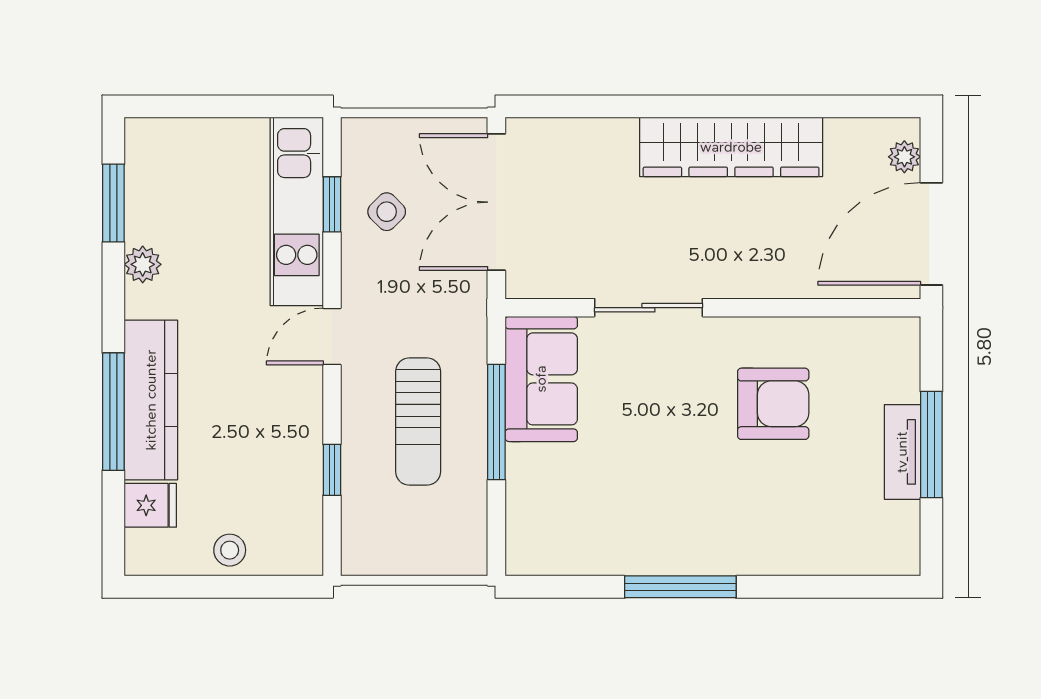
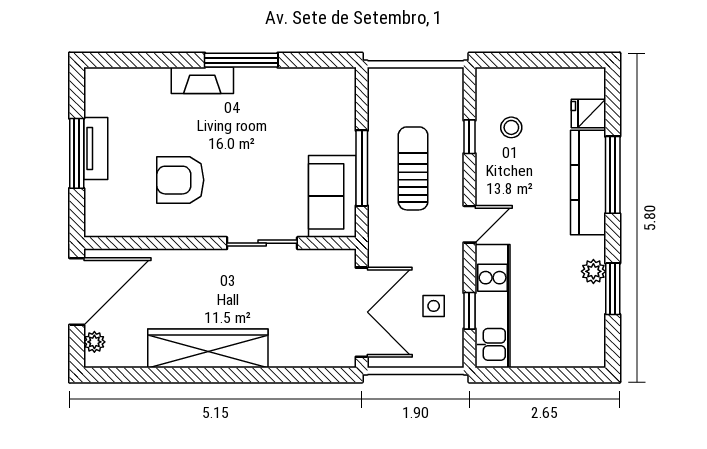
window: (113, 203) -> (613, 289), moved
side table: (387, 212) -> (434, 306), turned 45
stool: (230, 550) -> (511, 127), moved
fireplace: (740, 556) -> (202, 80), added

